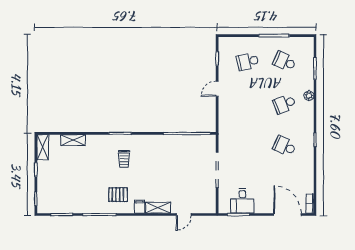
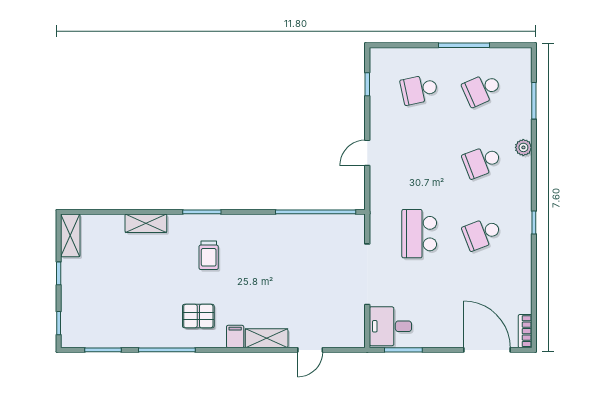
school desk: (285, 62) -> (482, 89), turned -48
door: (217, 89) -> (367, 153), moved
shelving: (73, 140) -> (146, 223), moved
school desk: (248, 146) -> (419, 234), added
school desk: (285, 146) -> (482, 234), turned -45
desk: (242, 201) -> (390, 326), moved, turned 90

